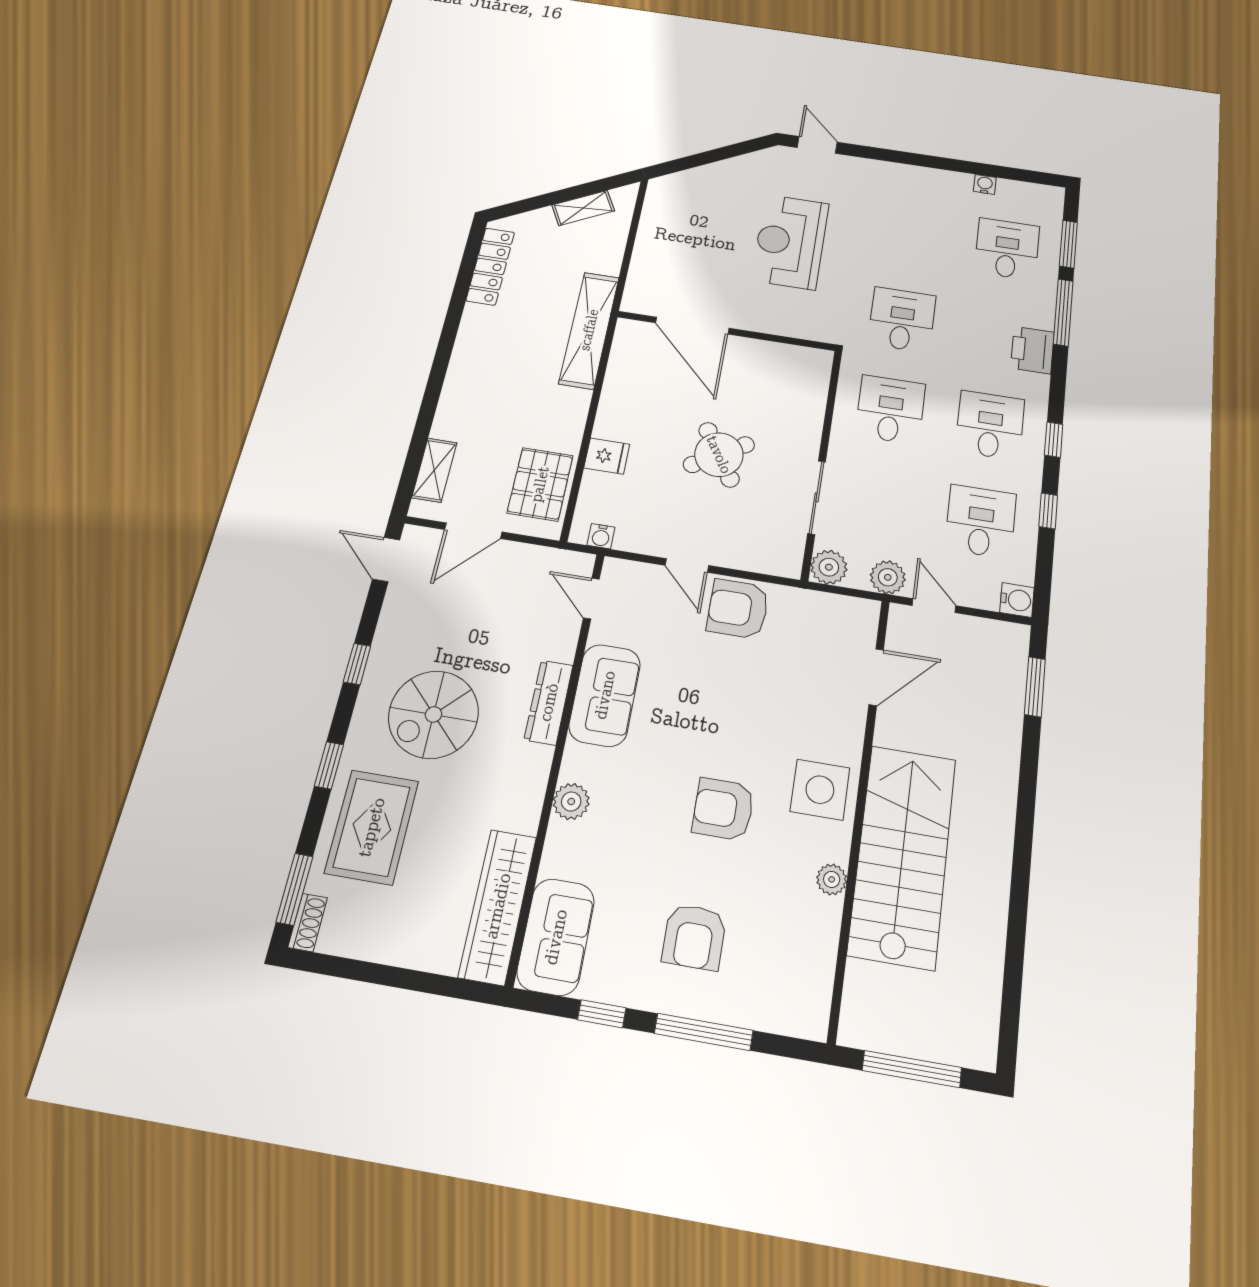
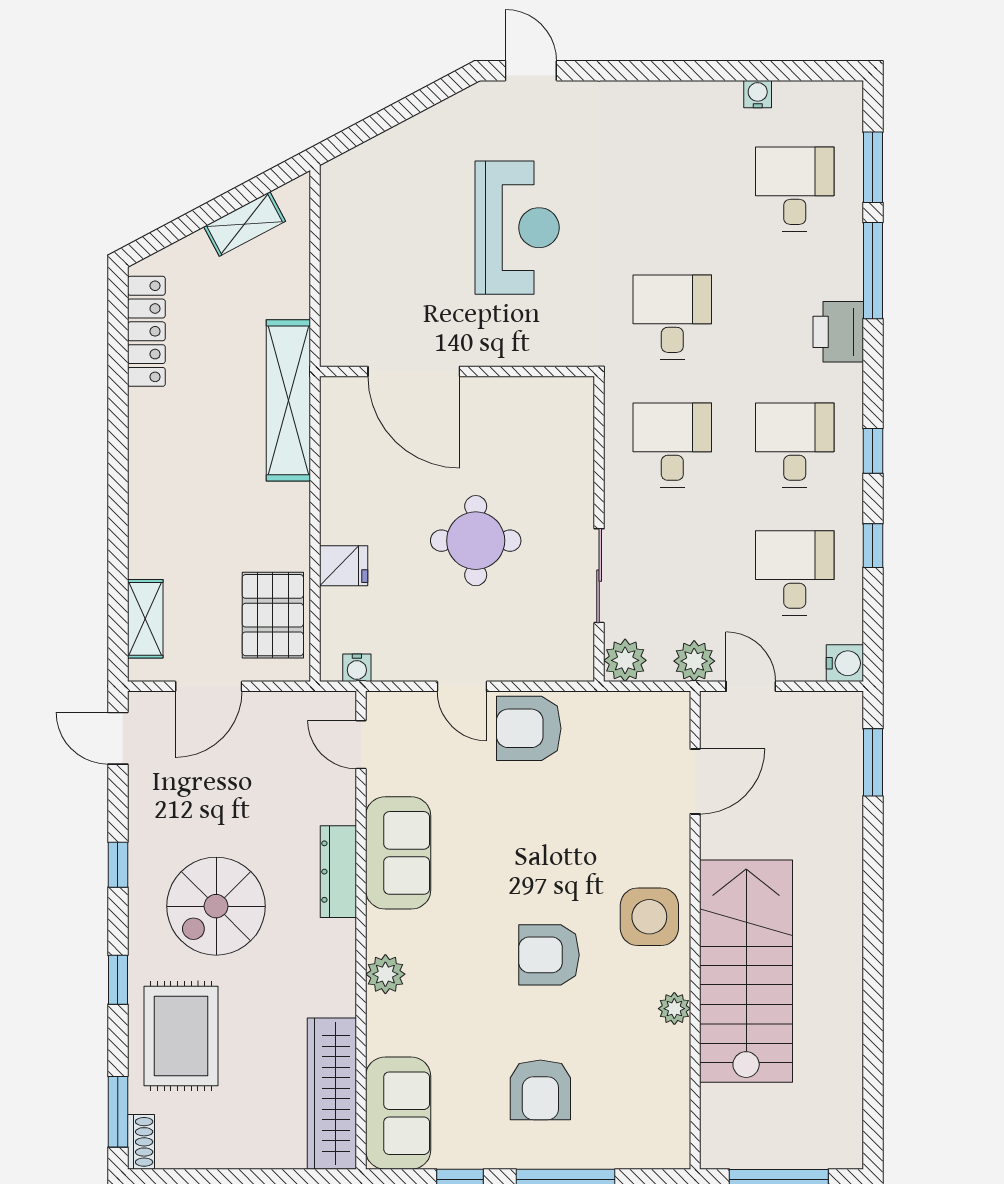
reception desk: (790, 242) -> (517, 228), turned 180
round table: (719, 455) -> (476, 541), turned 32

